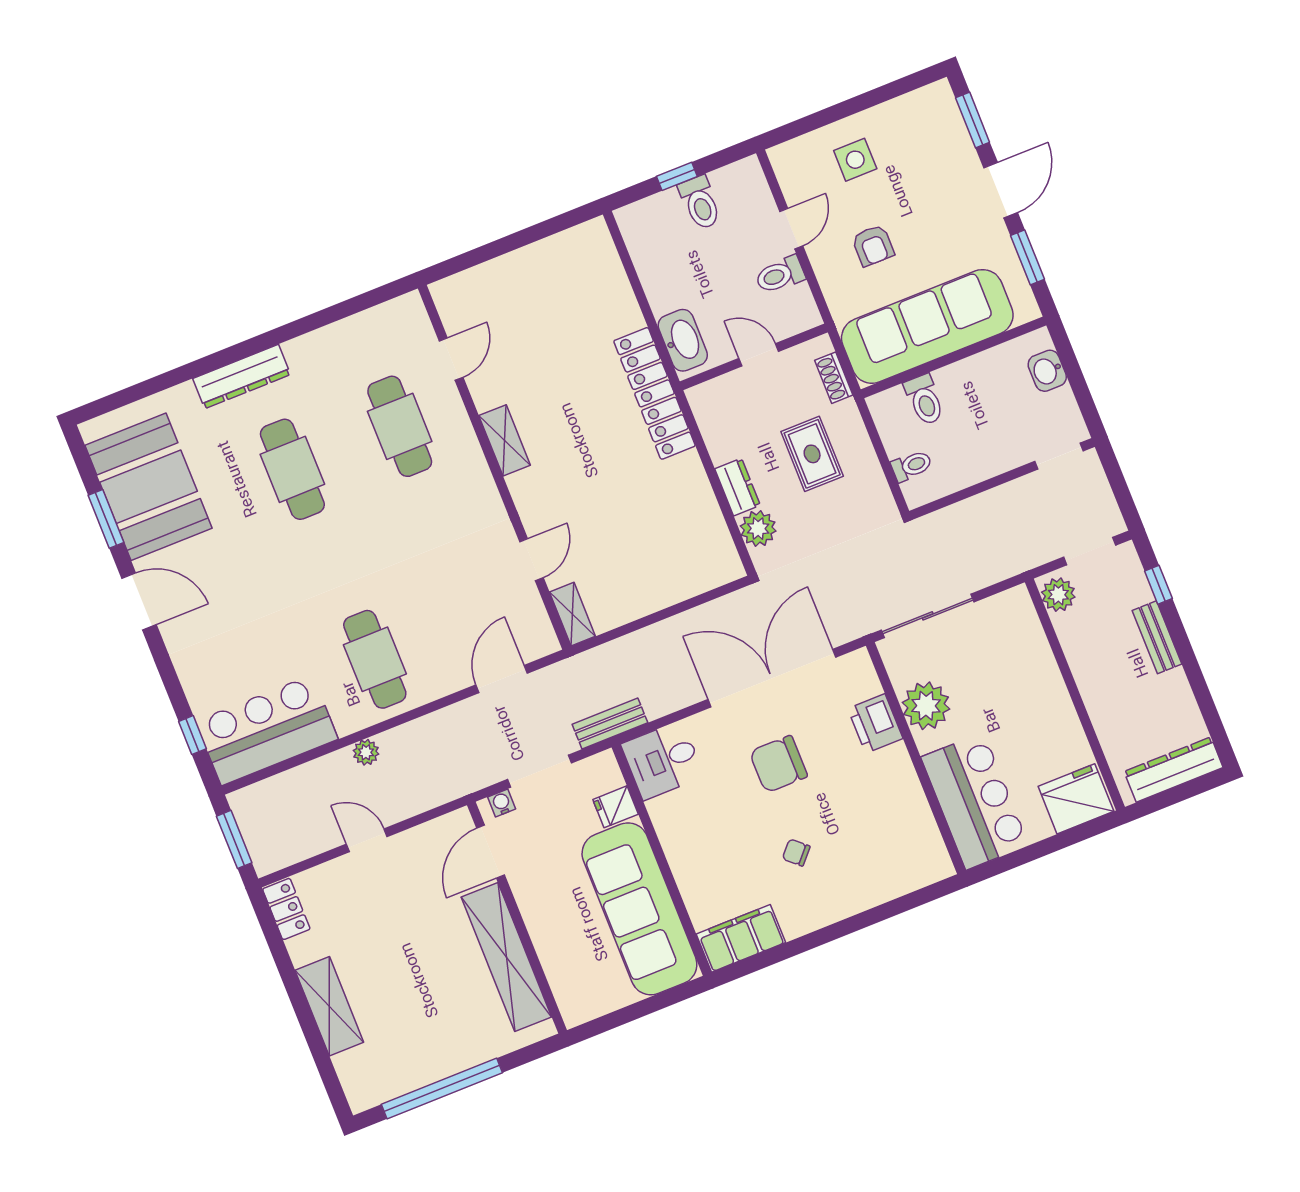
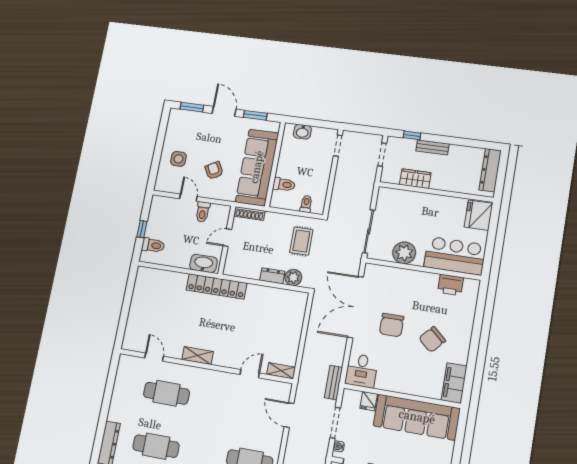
toilet: (700, 203) -> (153, 245), moved
armchair: (873, 246) -> (214, 171), turned -119
shoe rack: (834, 378) -> (250, 214), width x1.43
rug: (812, 454) -> (301, 241), moved, turned 90
door: (531, 560) -> (250, 374), hinge flipped
plant: (1058, 595) -> (392, 176), removed
wardrobe: (1078, 642) -> (415, 179), added
printer: (875, 723) -> (451, 285), moved
chair: (796, 853) -> (432, 339), width x1.87, depth x1.87

